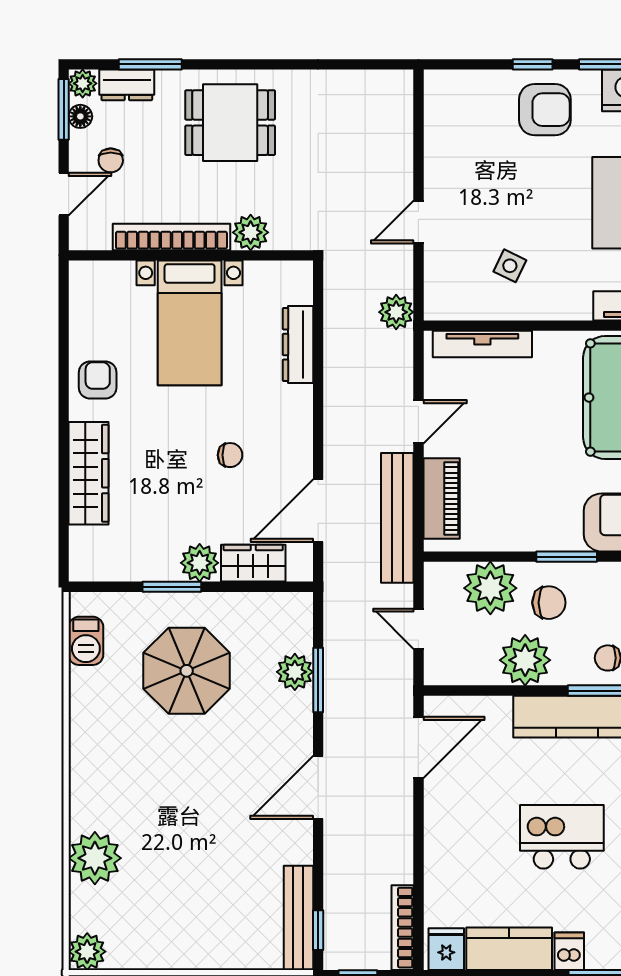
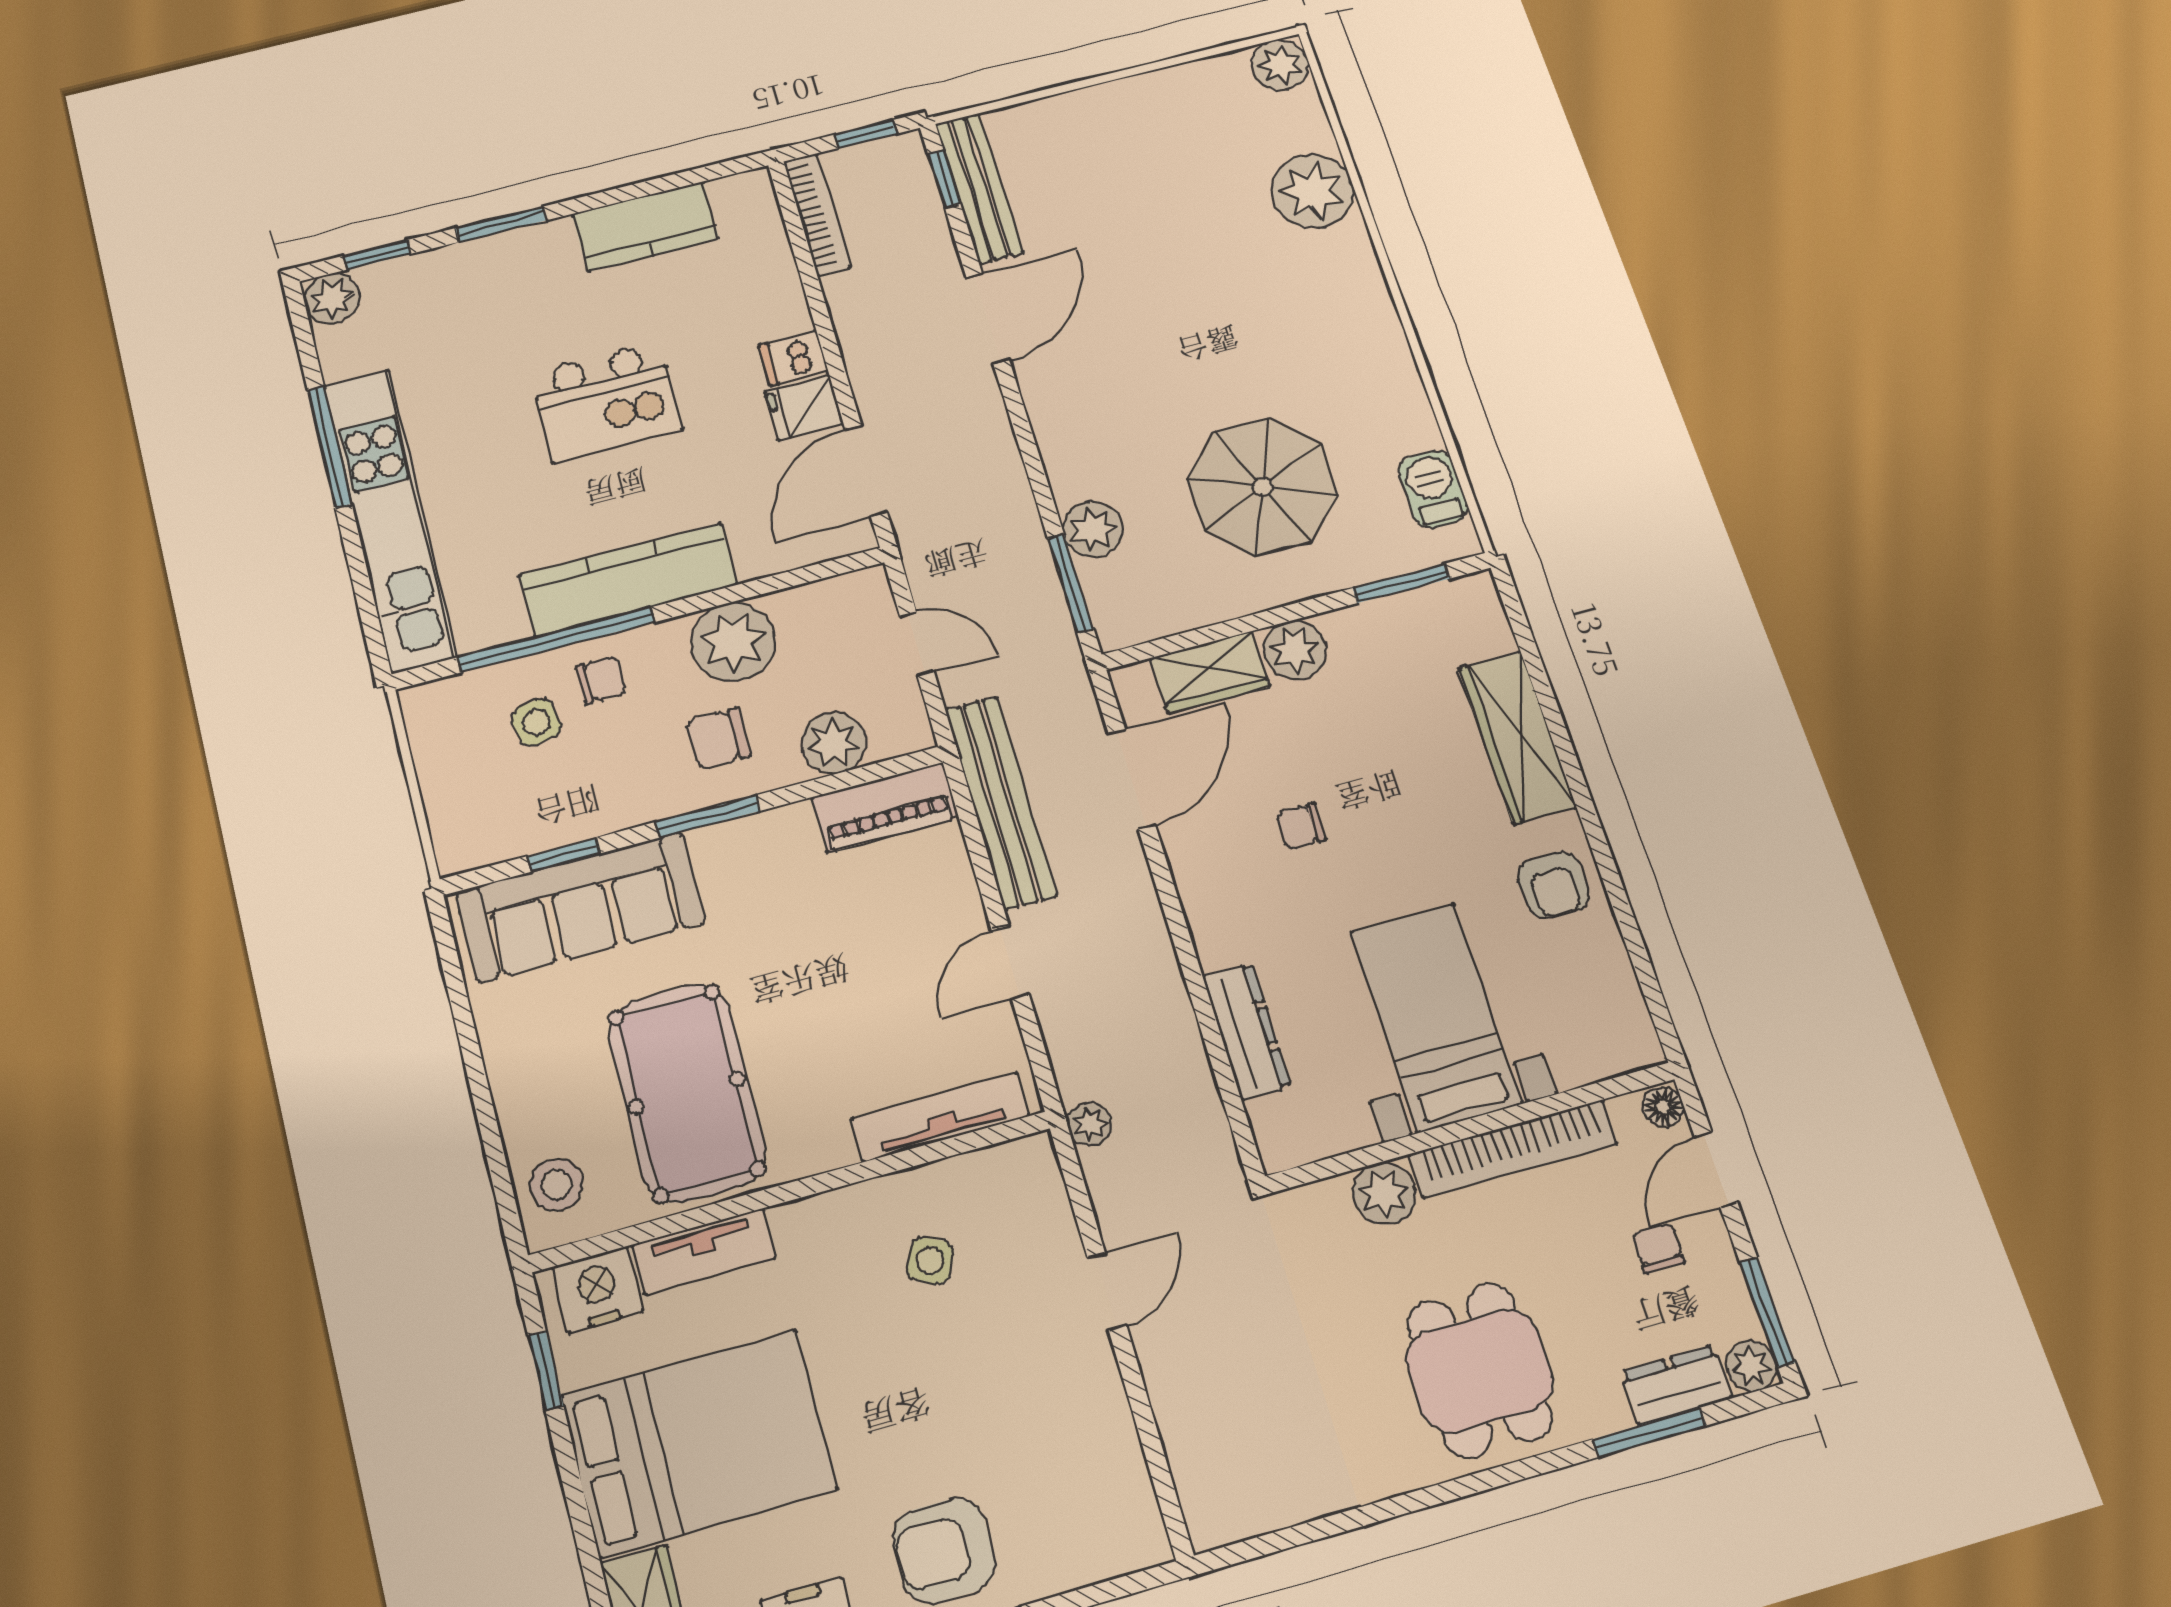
floor lamp: (80, 116) -> (1663, 1107), moved
dining table: (230, 123) -> (1480, 1370), turned 90
plant: (396, 312) -> (1090, 1124), width x0.73, depth x0.73
piano: (442, 499) -> (885, 807), moved, turned -90
window: (172, 587) -> (1401, 583), moved
plant: (490, 588) -> (833, 743), width x0.73, depth x0.73
window: (318, 680) -> (1071, 584), moved
door: (318, 787) -> (988, 319), moved
fridge: (446, 949) -> (804, 408), moved, turned 90
dishwasher: (569, 951) -> (793, 358), moved, turned 90

